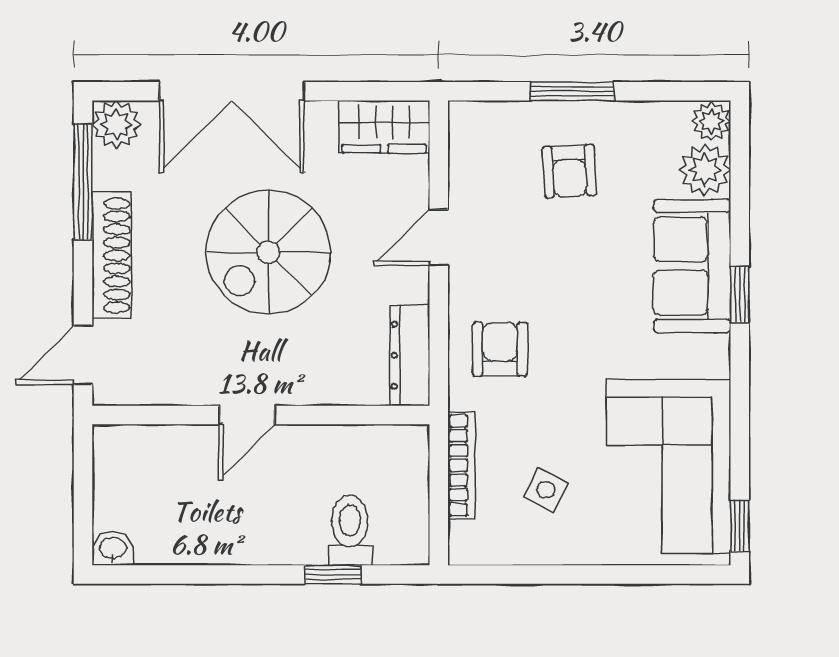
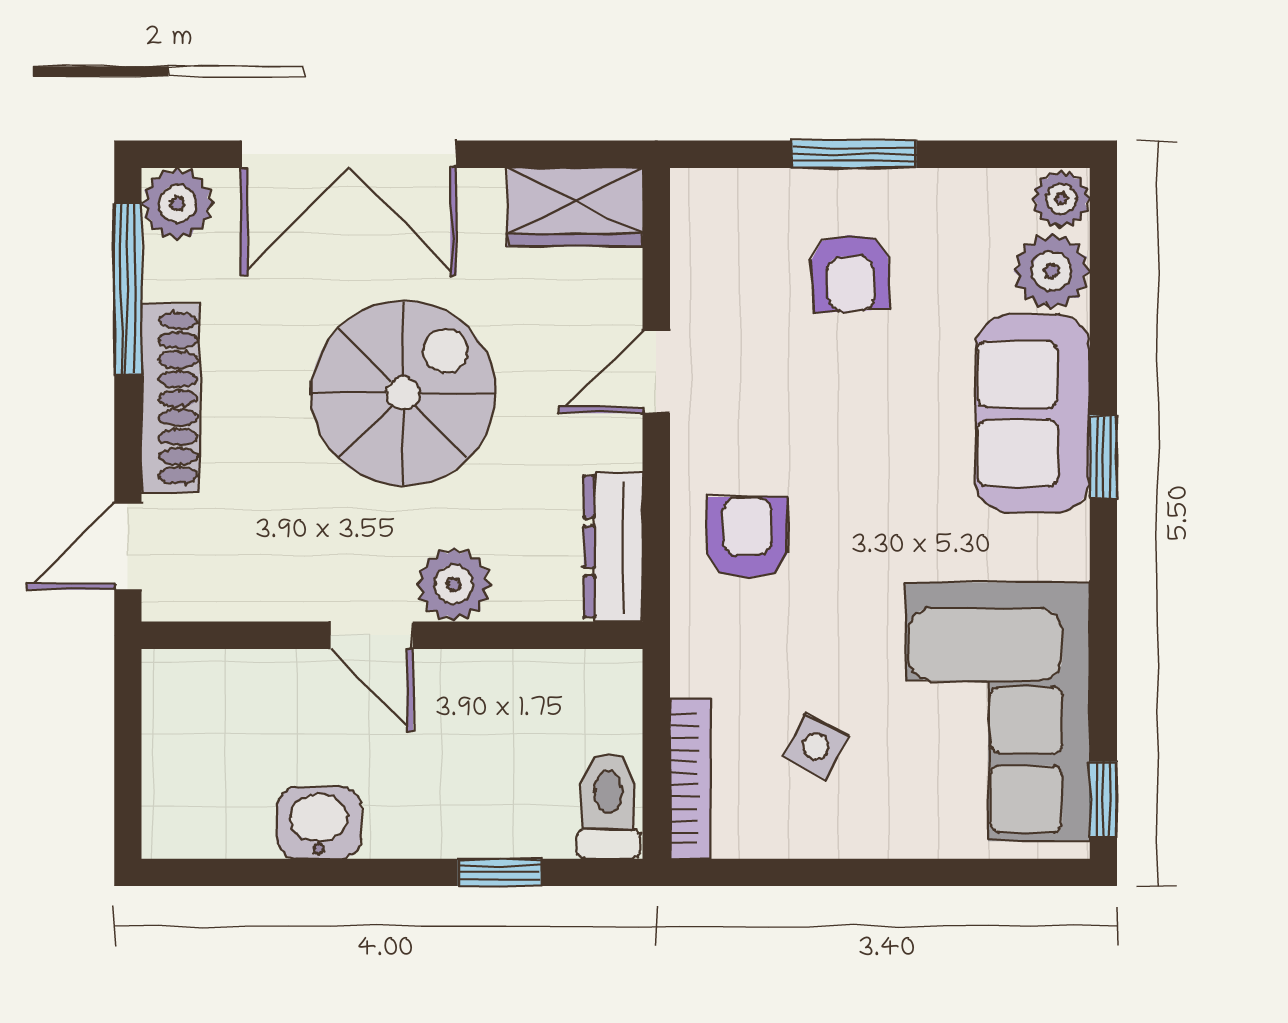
spiral stairs: (268, 252) -> (403, 393), turned 180
plant: (302, 381) -> (454, 584), added
door: (247, 415) -> (371, 635), hinge flipped
bookcase: (462, 465) -> (690, 779), moved
toilet: (350, 530) -> (608, 806), moved
washbasin: (113, 549) -> (319, 823), moved, width x1.38, depth x1.45

